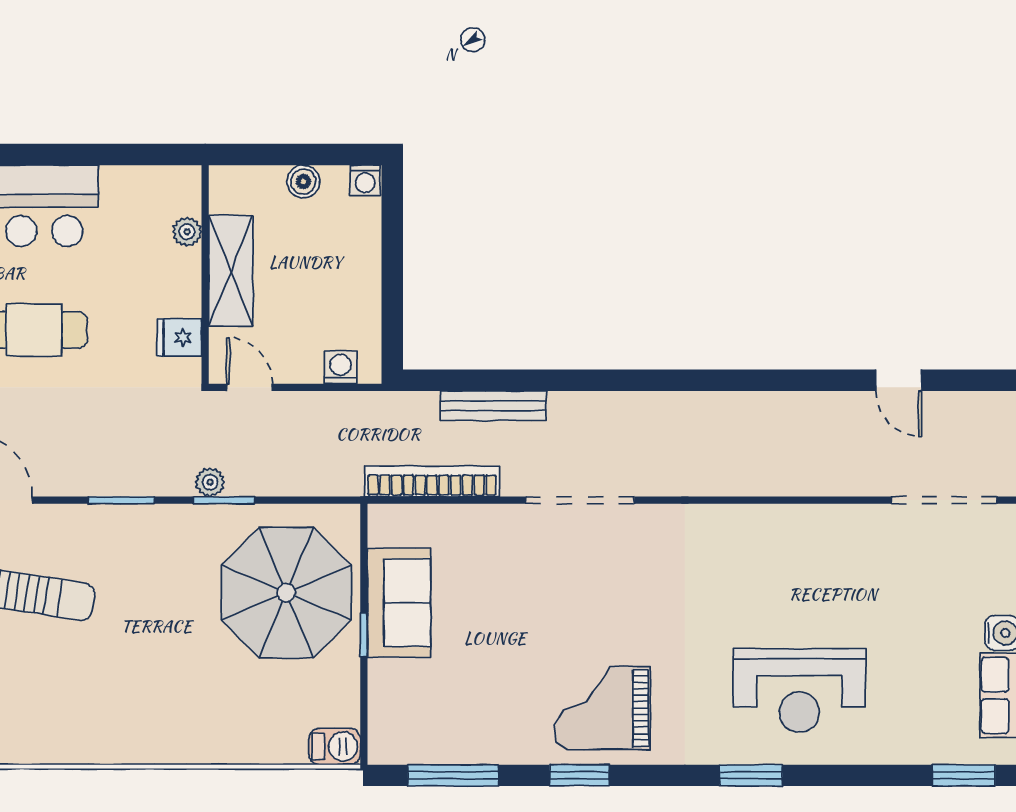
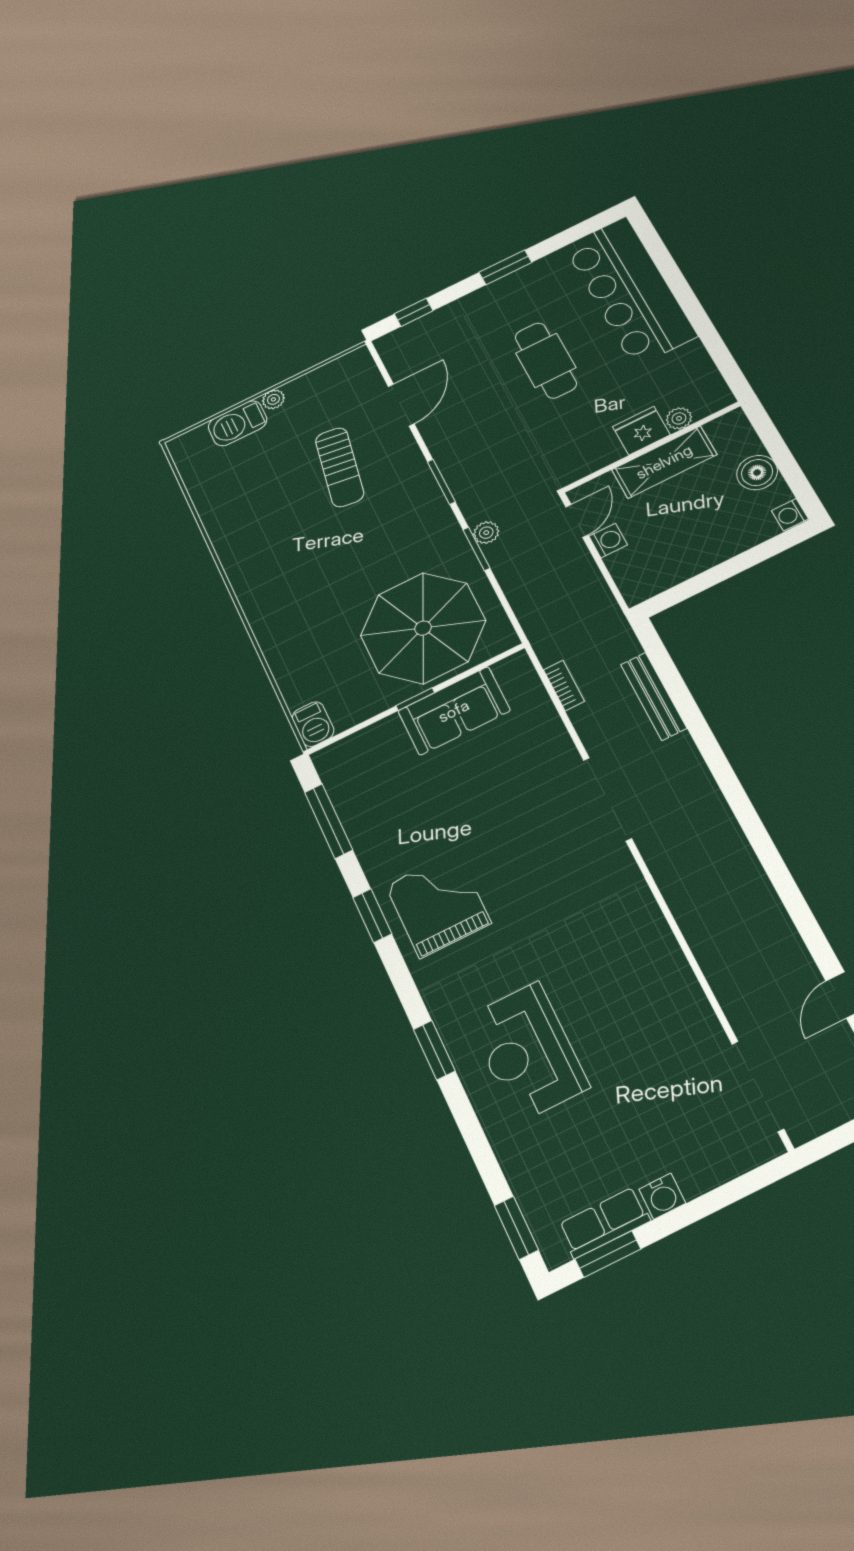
boiler: (303, 182) -> (757, 473), width x1.36, depth x1.36
fridge: (179, 337) -> (641, 431), moved, width x1.38
washing machine: (340, 367) -> (608, 541), moved
bookcase: (432, 481) -> (564, 686), width x0.43, depth x0.76

